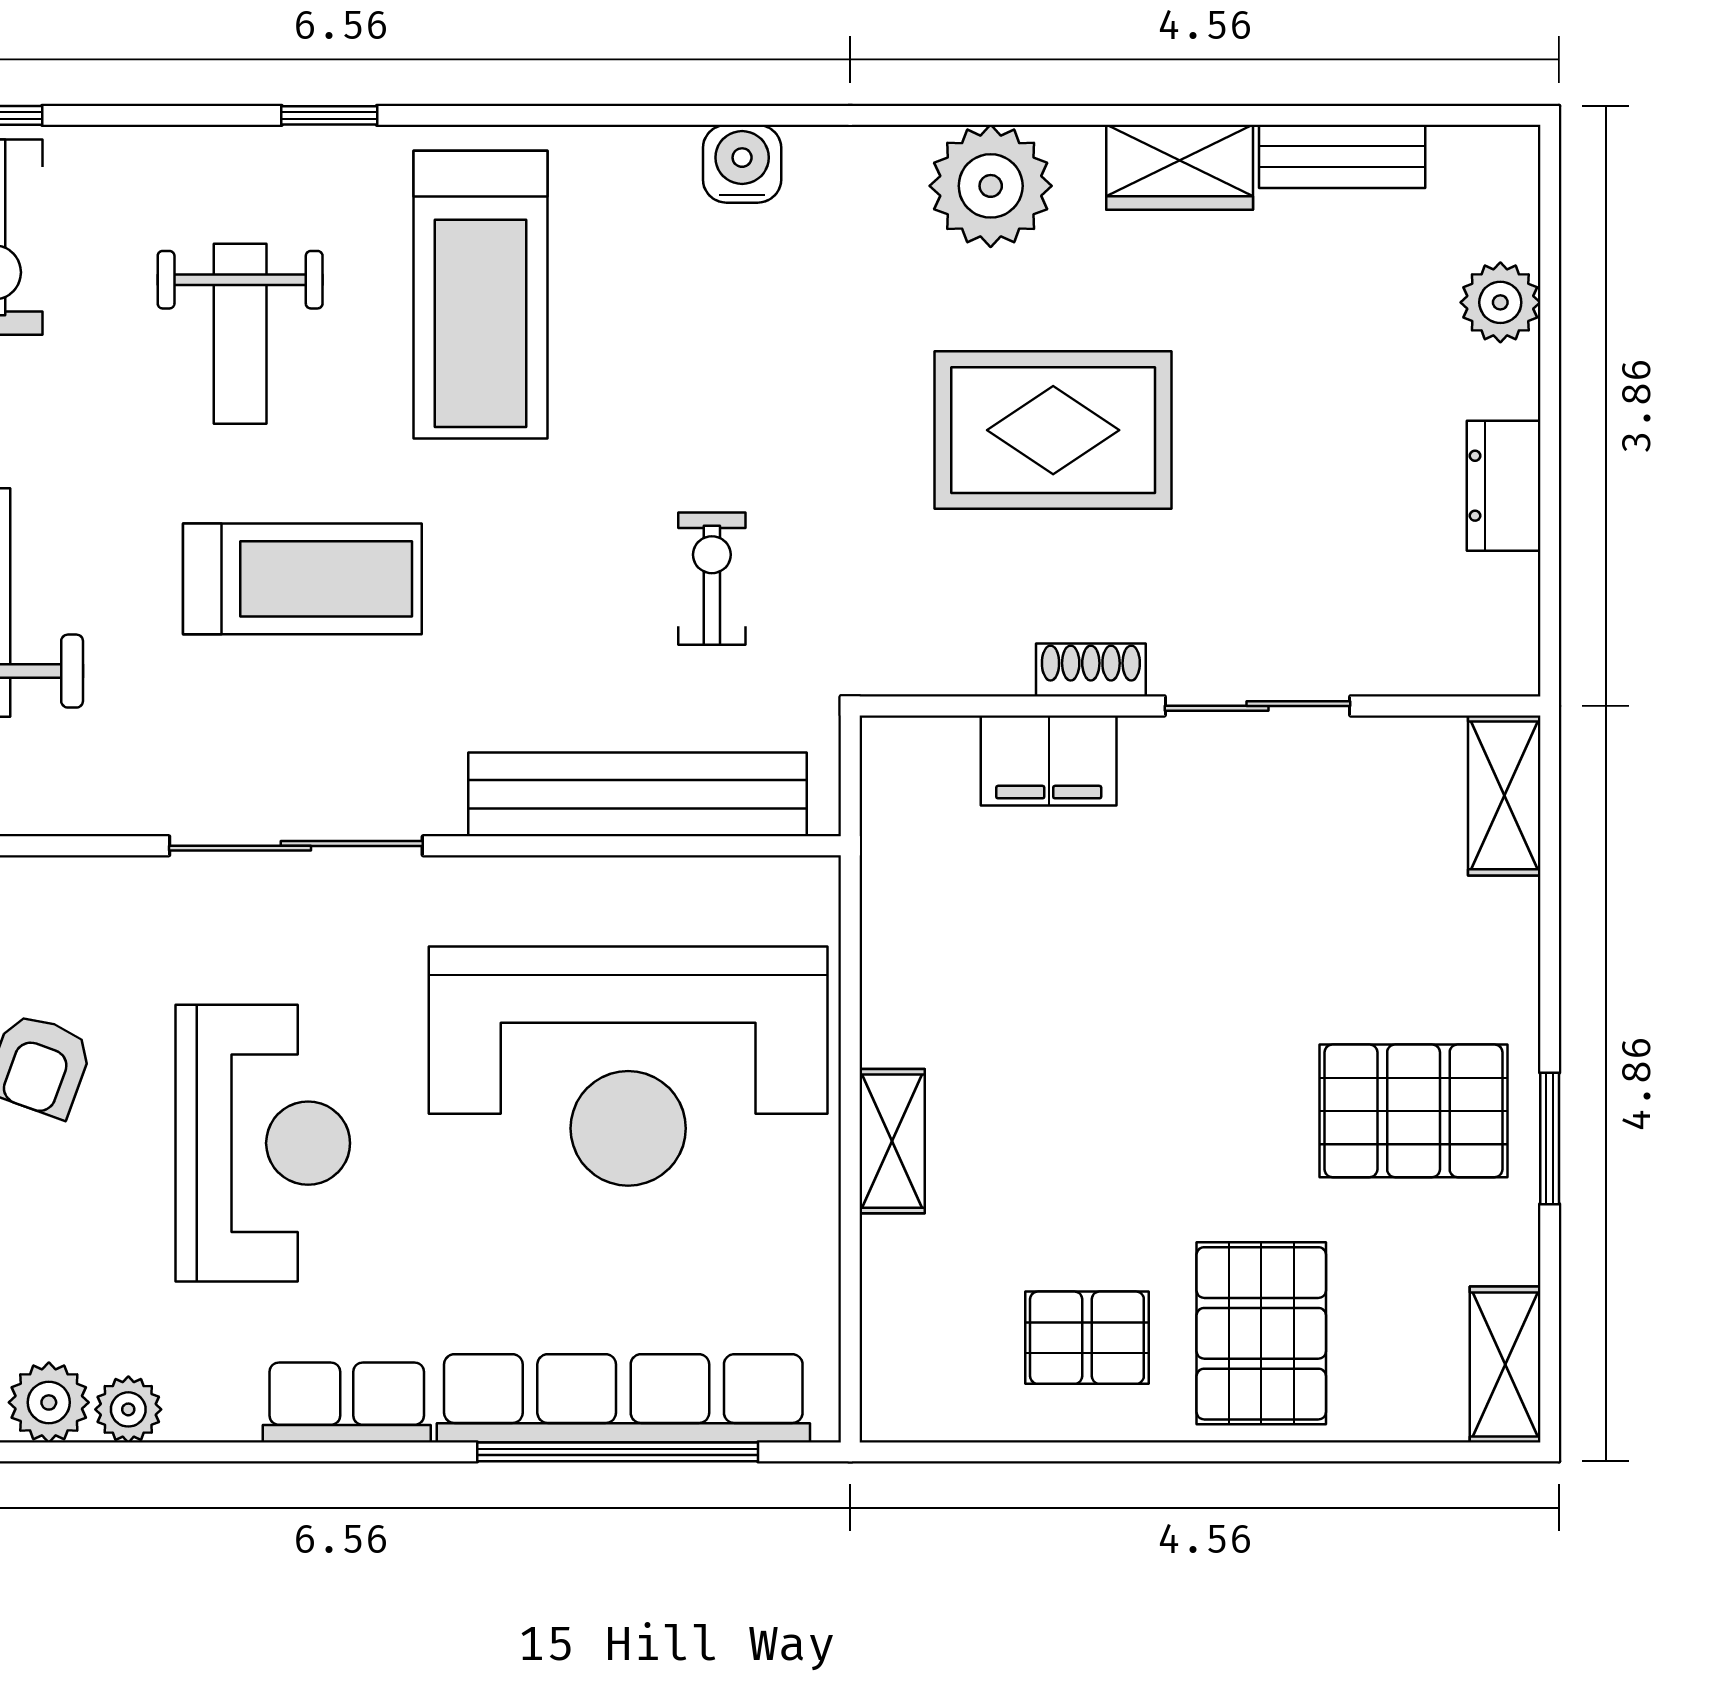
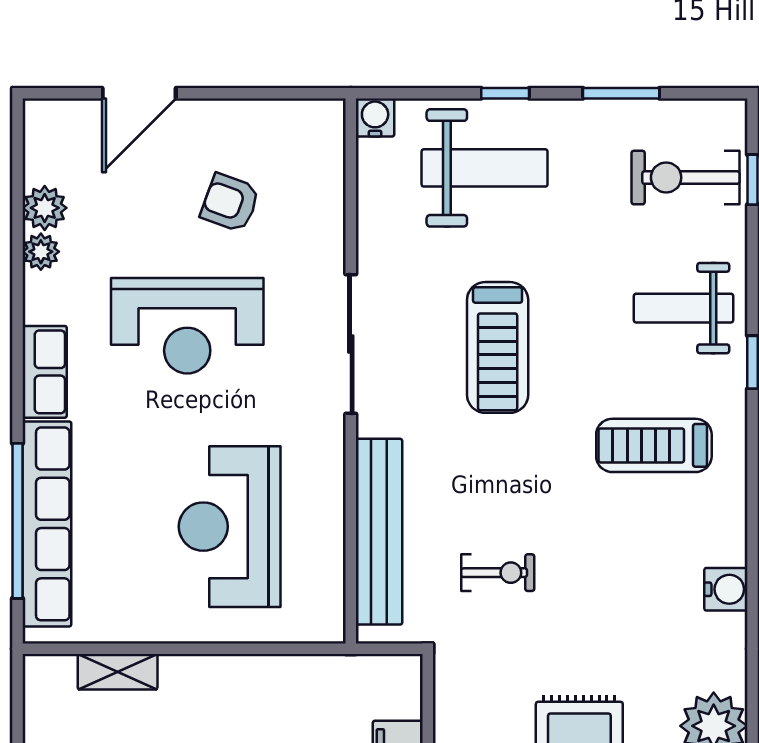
treadmill: (481, 295) -> (654, 445), width x0.73, depth x0.73
weight bench: (240, 334) -> (684, 308), moved
reception desk: (628, 1066) -> (230, 527), width x0.74, depth x0.77
shelving: (892, 1141) -> (118, 672), moved

